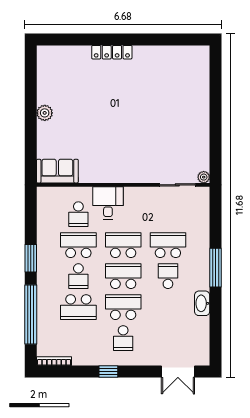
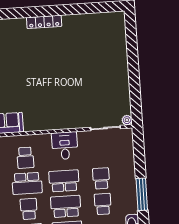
desk: (108, 203) -> (65, 146), moved
school desk: (78, 245) -> (27, 183), turned 180
school desk: (168, 245) -> (101, 178), width x0.54
school desk: (78, 276) -> (29, 209), turned 180

